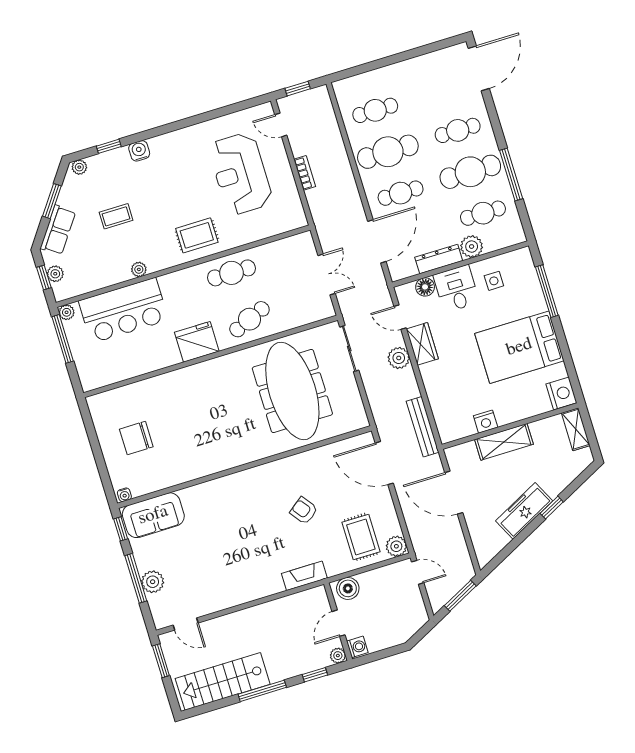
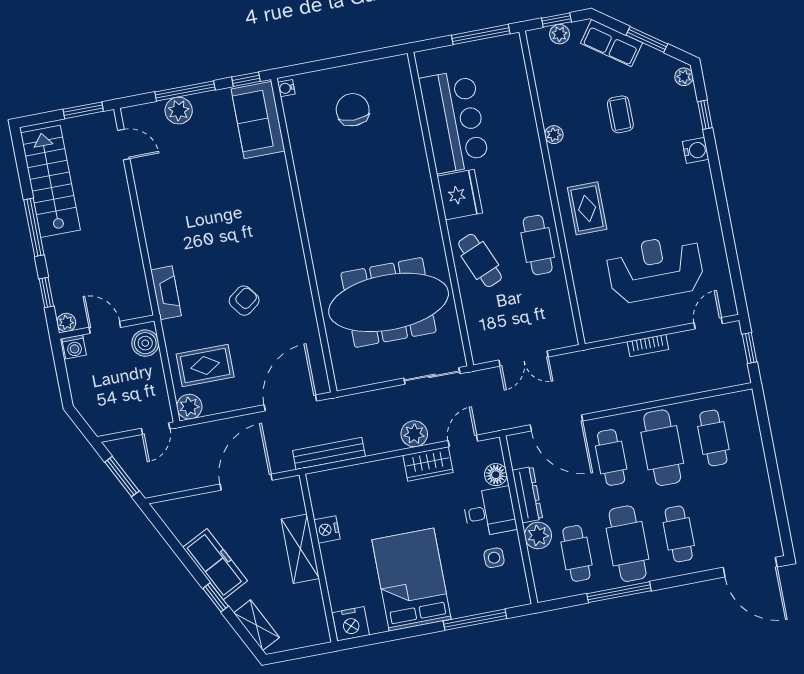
bar counter: (123, 310) -> (454, 121), moved, turned 180
plant: (67, 312) -> (512, 43), removed
shelving: (576, 429) -> (257, 625), moved, turned 63
door: (186, 624) -> (124, 145), swing flipped

